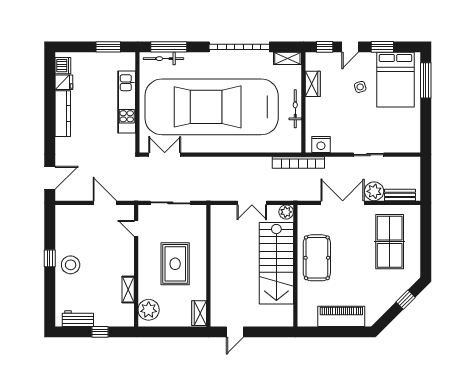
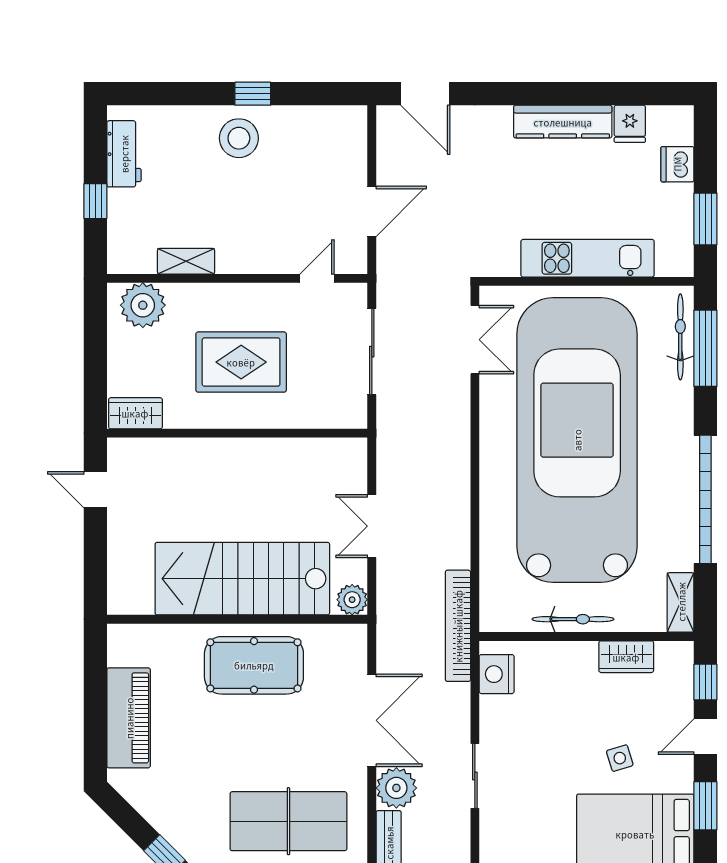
door: (350, 47) -> (705, 737), hinge flipped
dishwasher: (63, 66) -> (677, 164), moved, turned 90

